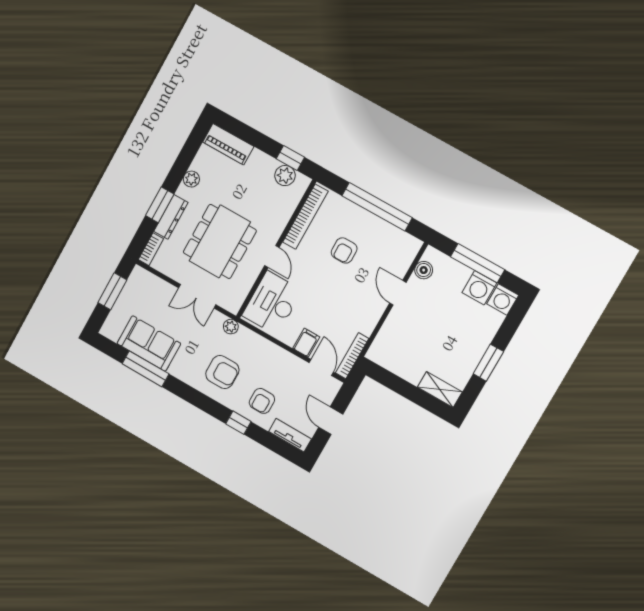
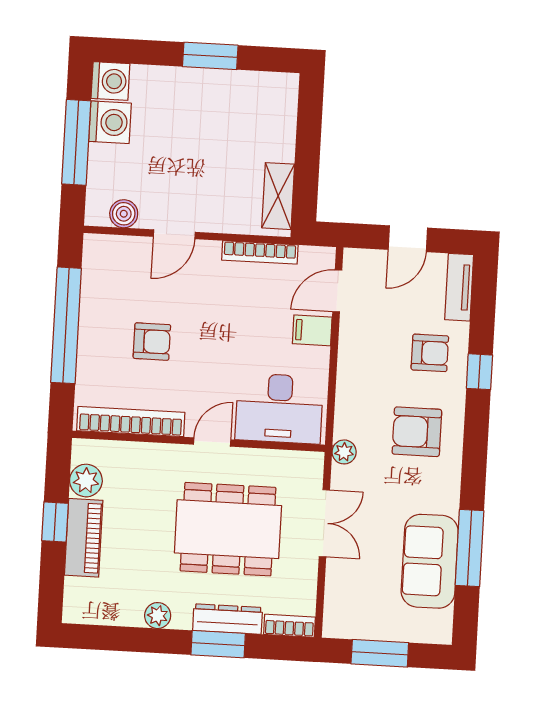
piano: (228, 144) -> (84, 538), moved
window: (290, 158) -> (55, 522), moved
bookcase: (352, 356) -> (260, 252), moved
armchair: (222, 372) -> (417, 432), turned -90
shelving: (440, 390) -> (278, 196), moved

